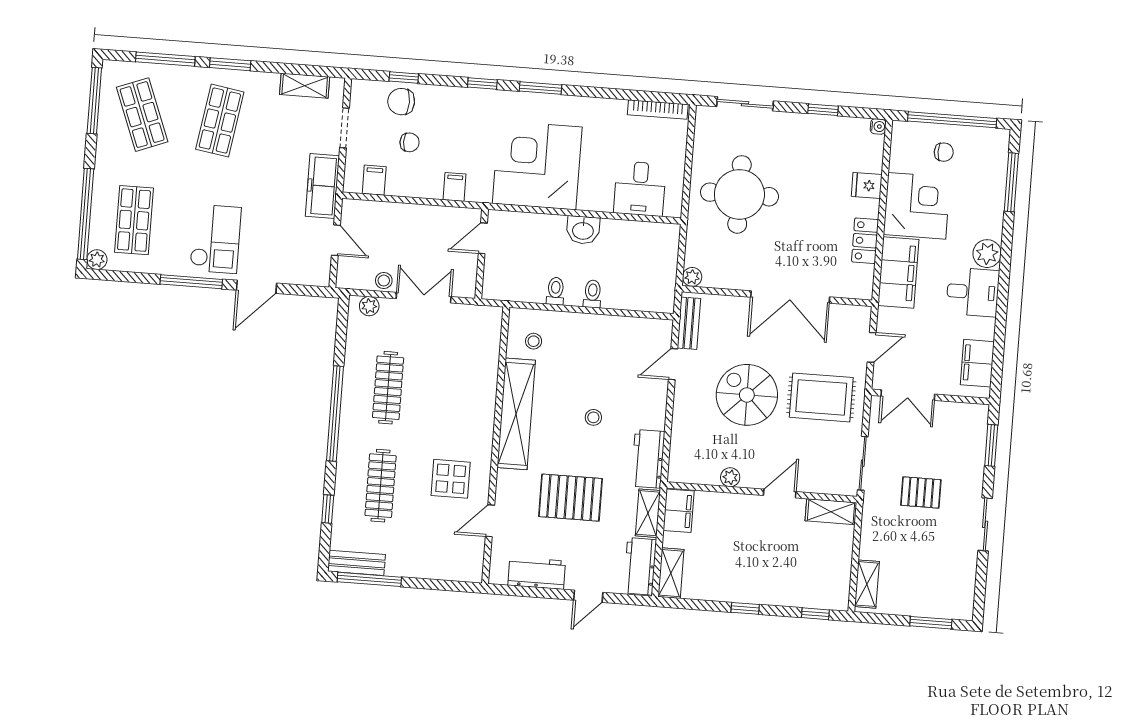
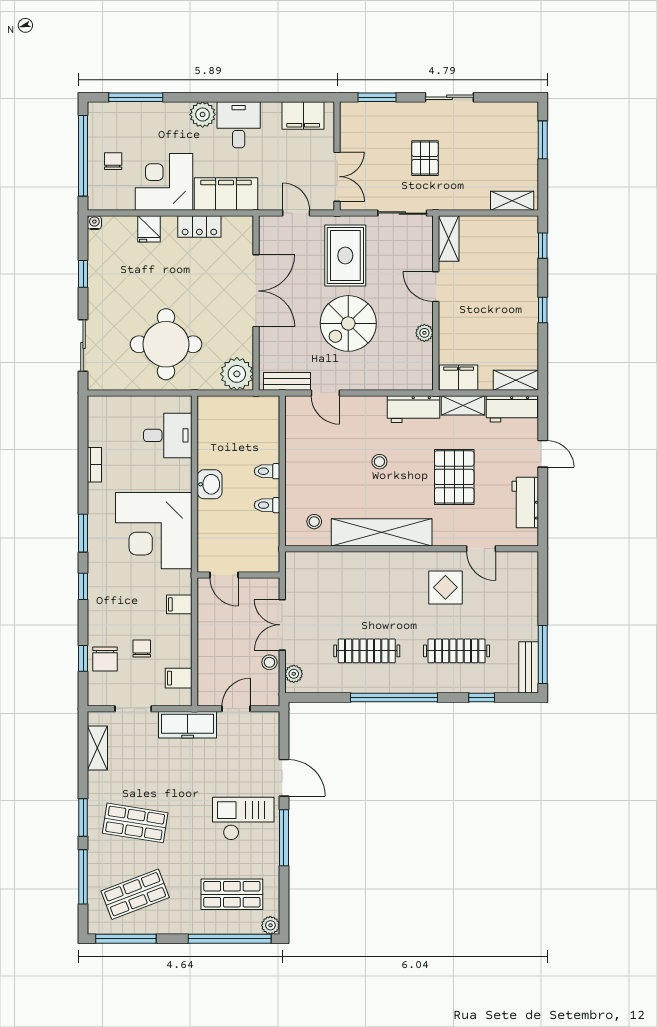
bookcase: (658, 110) -> (94, 465), moved, width x0.64
plant: (692, 277) -> (237, 374), width x1.87, depth x1.87

